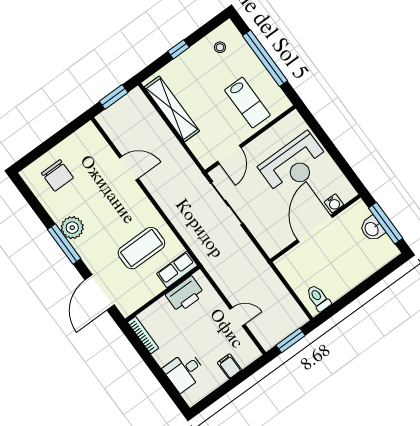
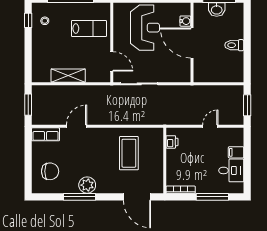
window: (179, 49) -> (28, 20), moved
shelving: (172, 109) -> (68, 76), width x0.68
window: (64, 244) -> (79, 197), moved
row of seats: (177, 270) -> (46, 134), moved, turned -90
printer: (185, 294) -> (172, 142), width x0.53, depth x0.68
toilet: (318, 298) -> (234, 45), moved
desk: (184, 371) -> (231, 170), moved, turned -90
window: (161, 376) -> (212, 197), added

